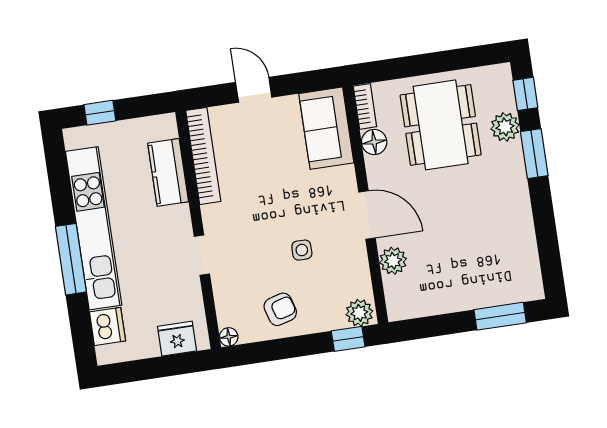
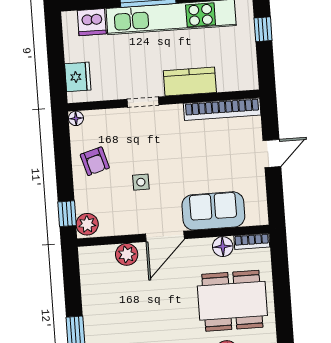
sofa: (326, 128) -> (213, 211), moved
kitchen counter: (168, 172) -> (190, 82), moved

